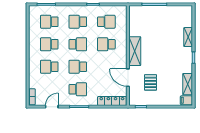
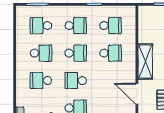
school desk: (78, 22) -> (76, 26), turned 180
school desk: (49, 44) -> (41, 53), turned 180
school desk: (106, 44) -> (111, 53), turned 180

